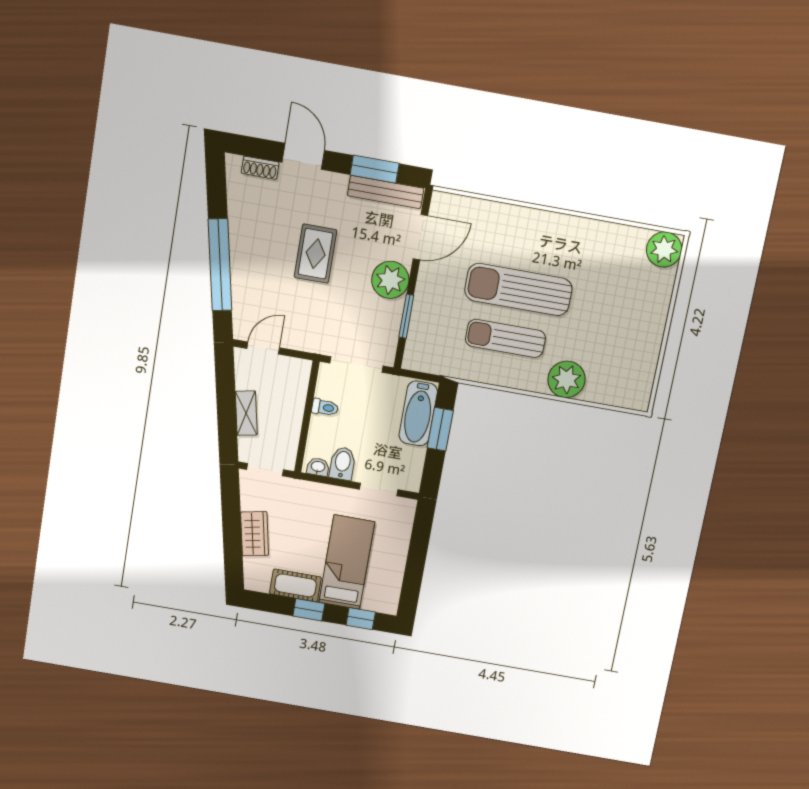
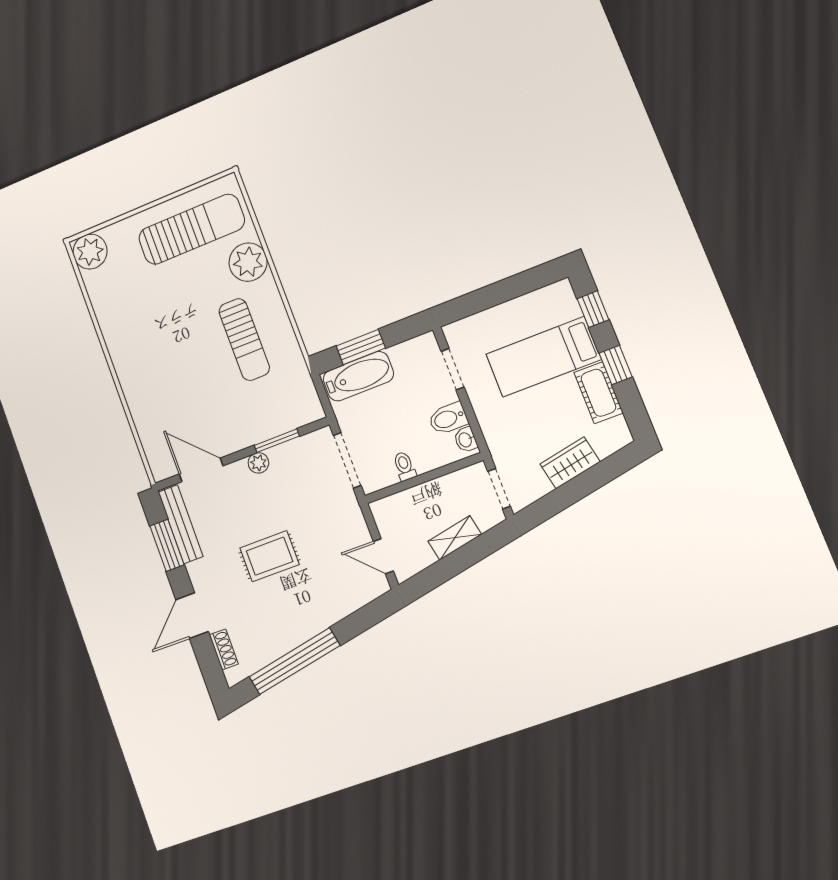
window: (220, 265) -> (294, 661), moved
plant: (390, 280) -> (258, 463), width x0.53, depth x0.53
sun lounger: (518, 290) -> (191, 229), moved, turned -90

